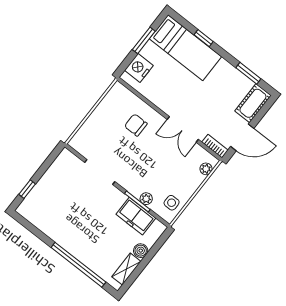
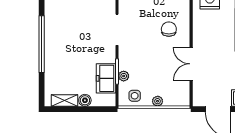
bookcase: (215, 146) -> (197, 95), removed
plant: (206, 169) -> (158, 101), moved
window: (78, 265) -> (42, 44), moved

